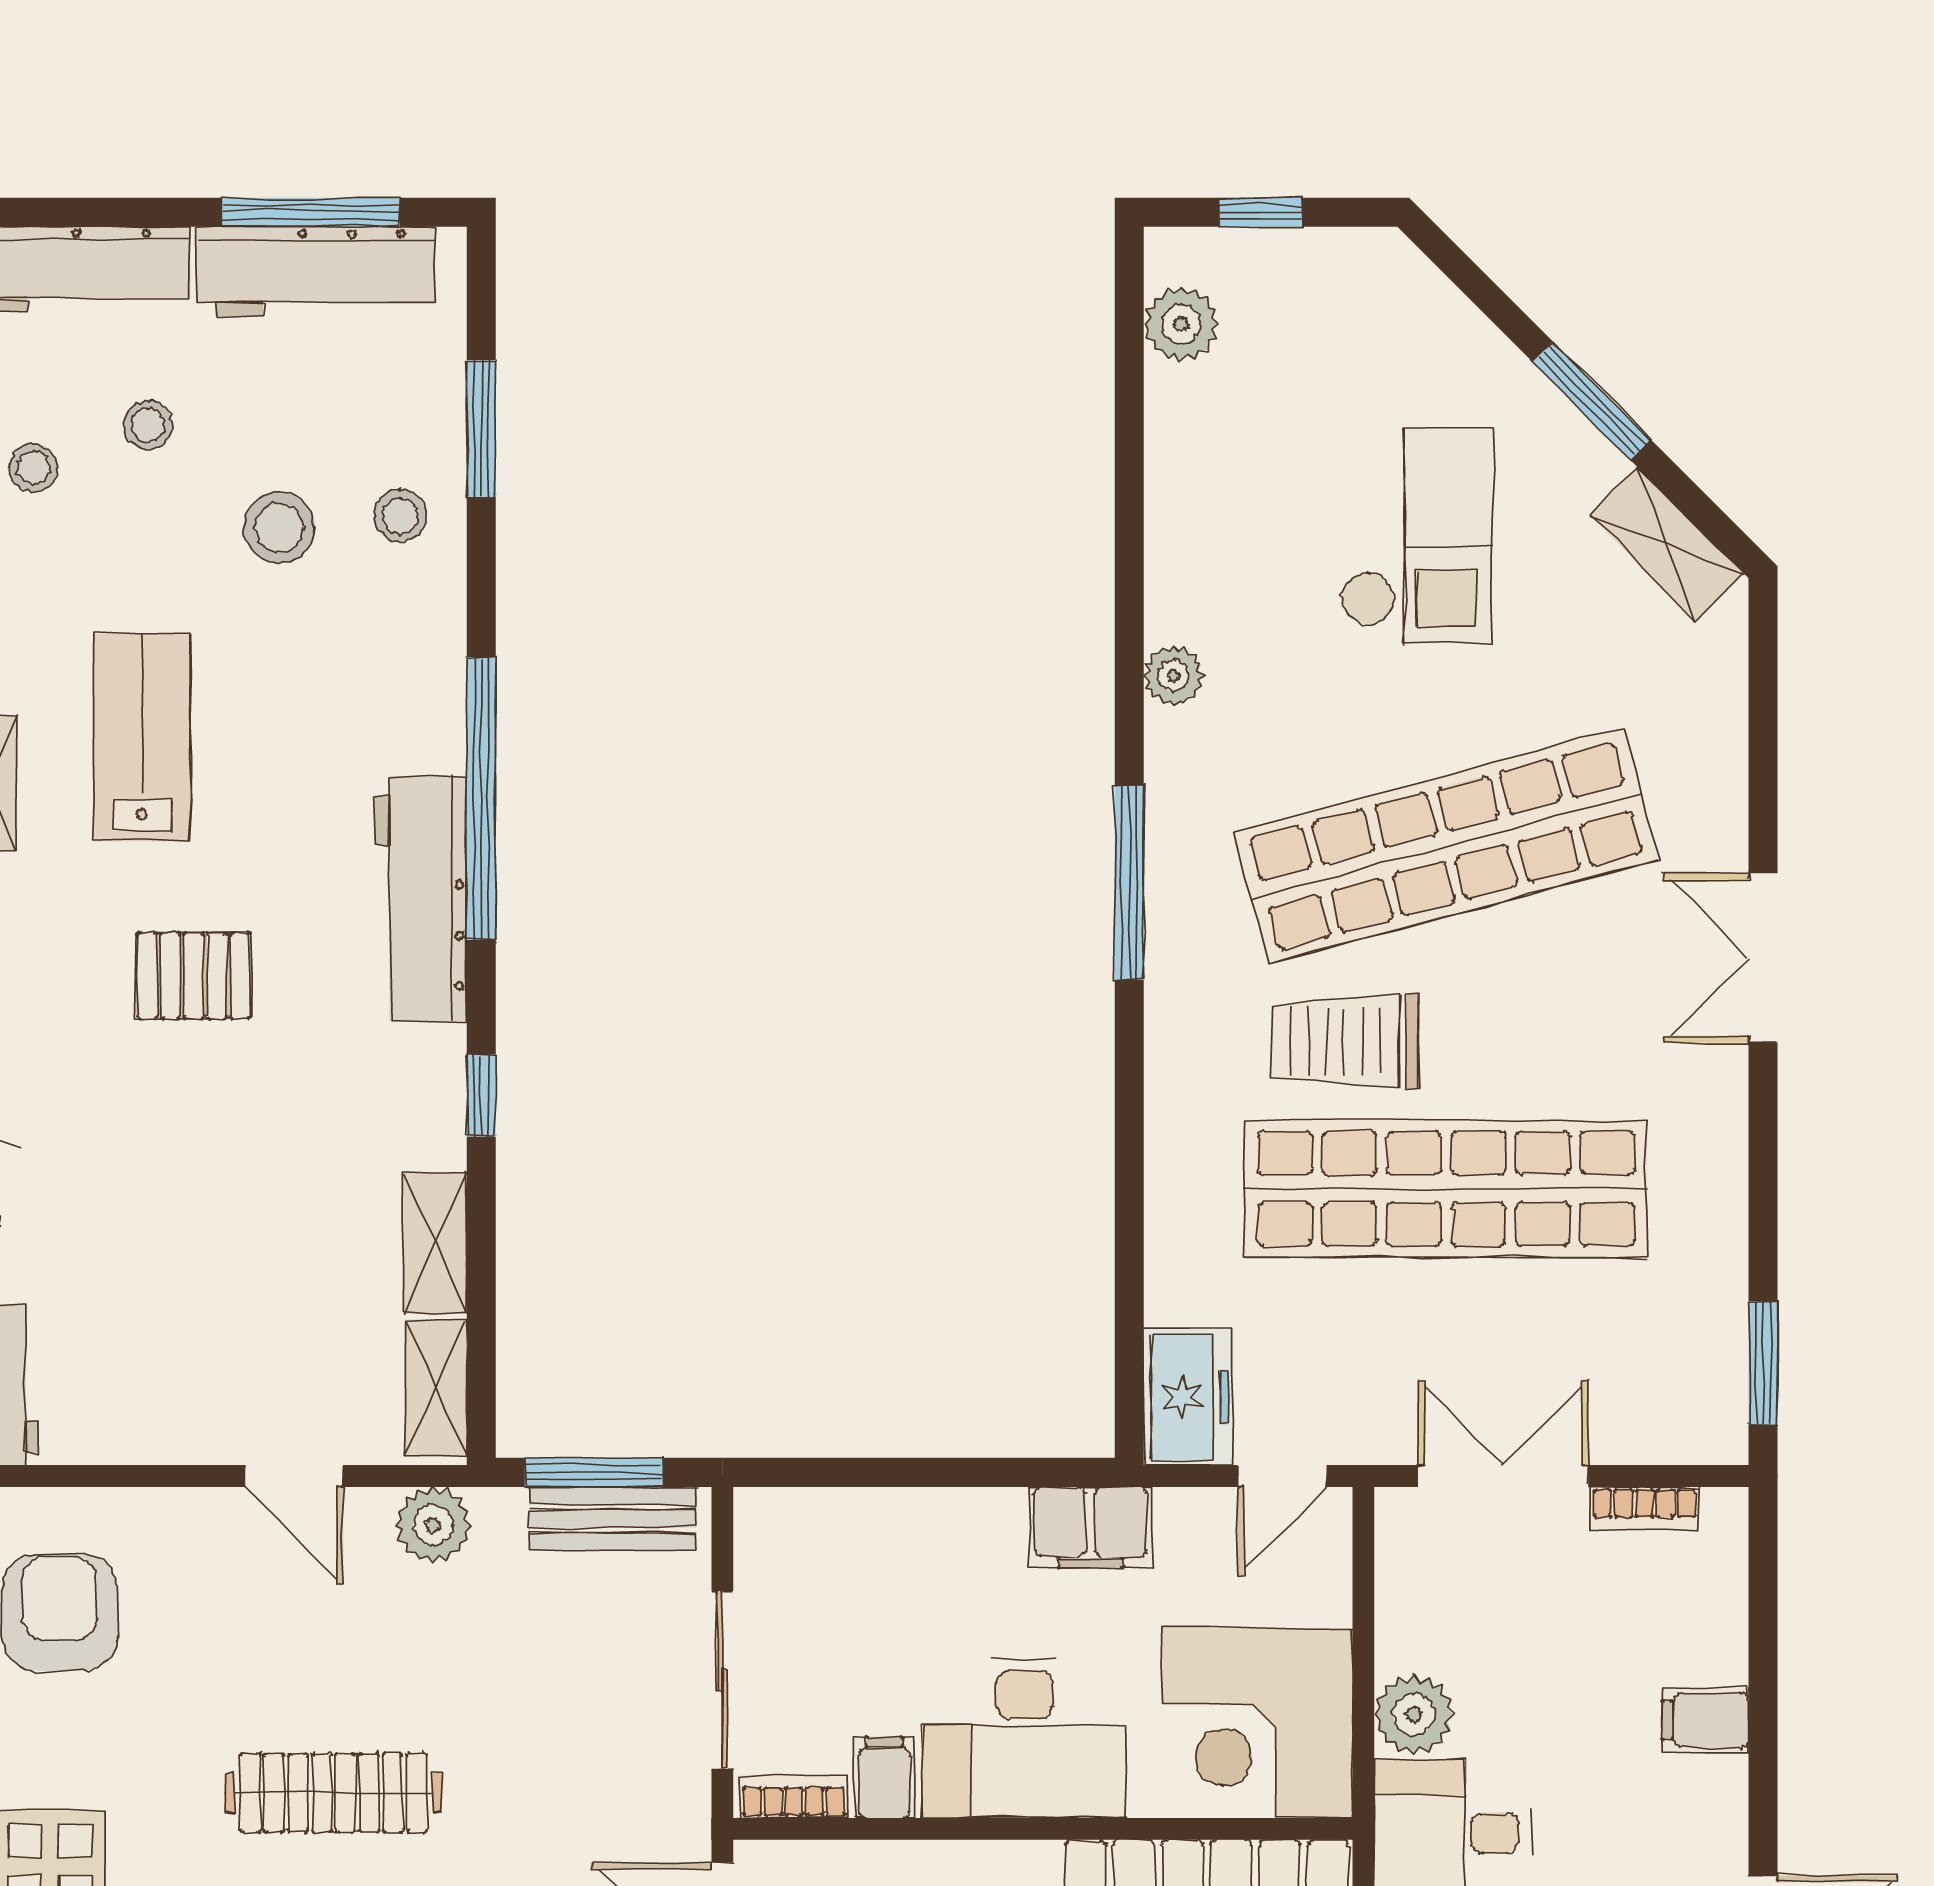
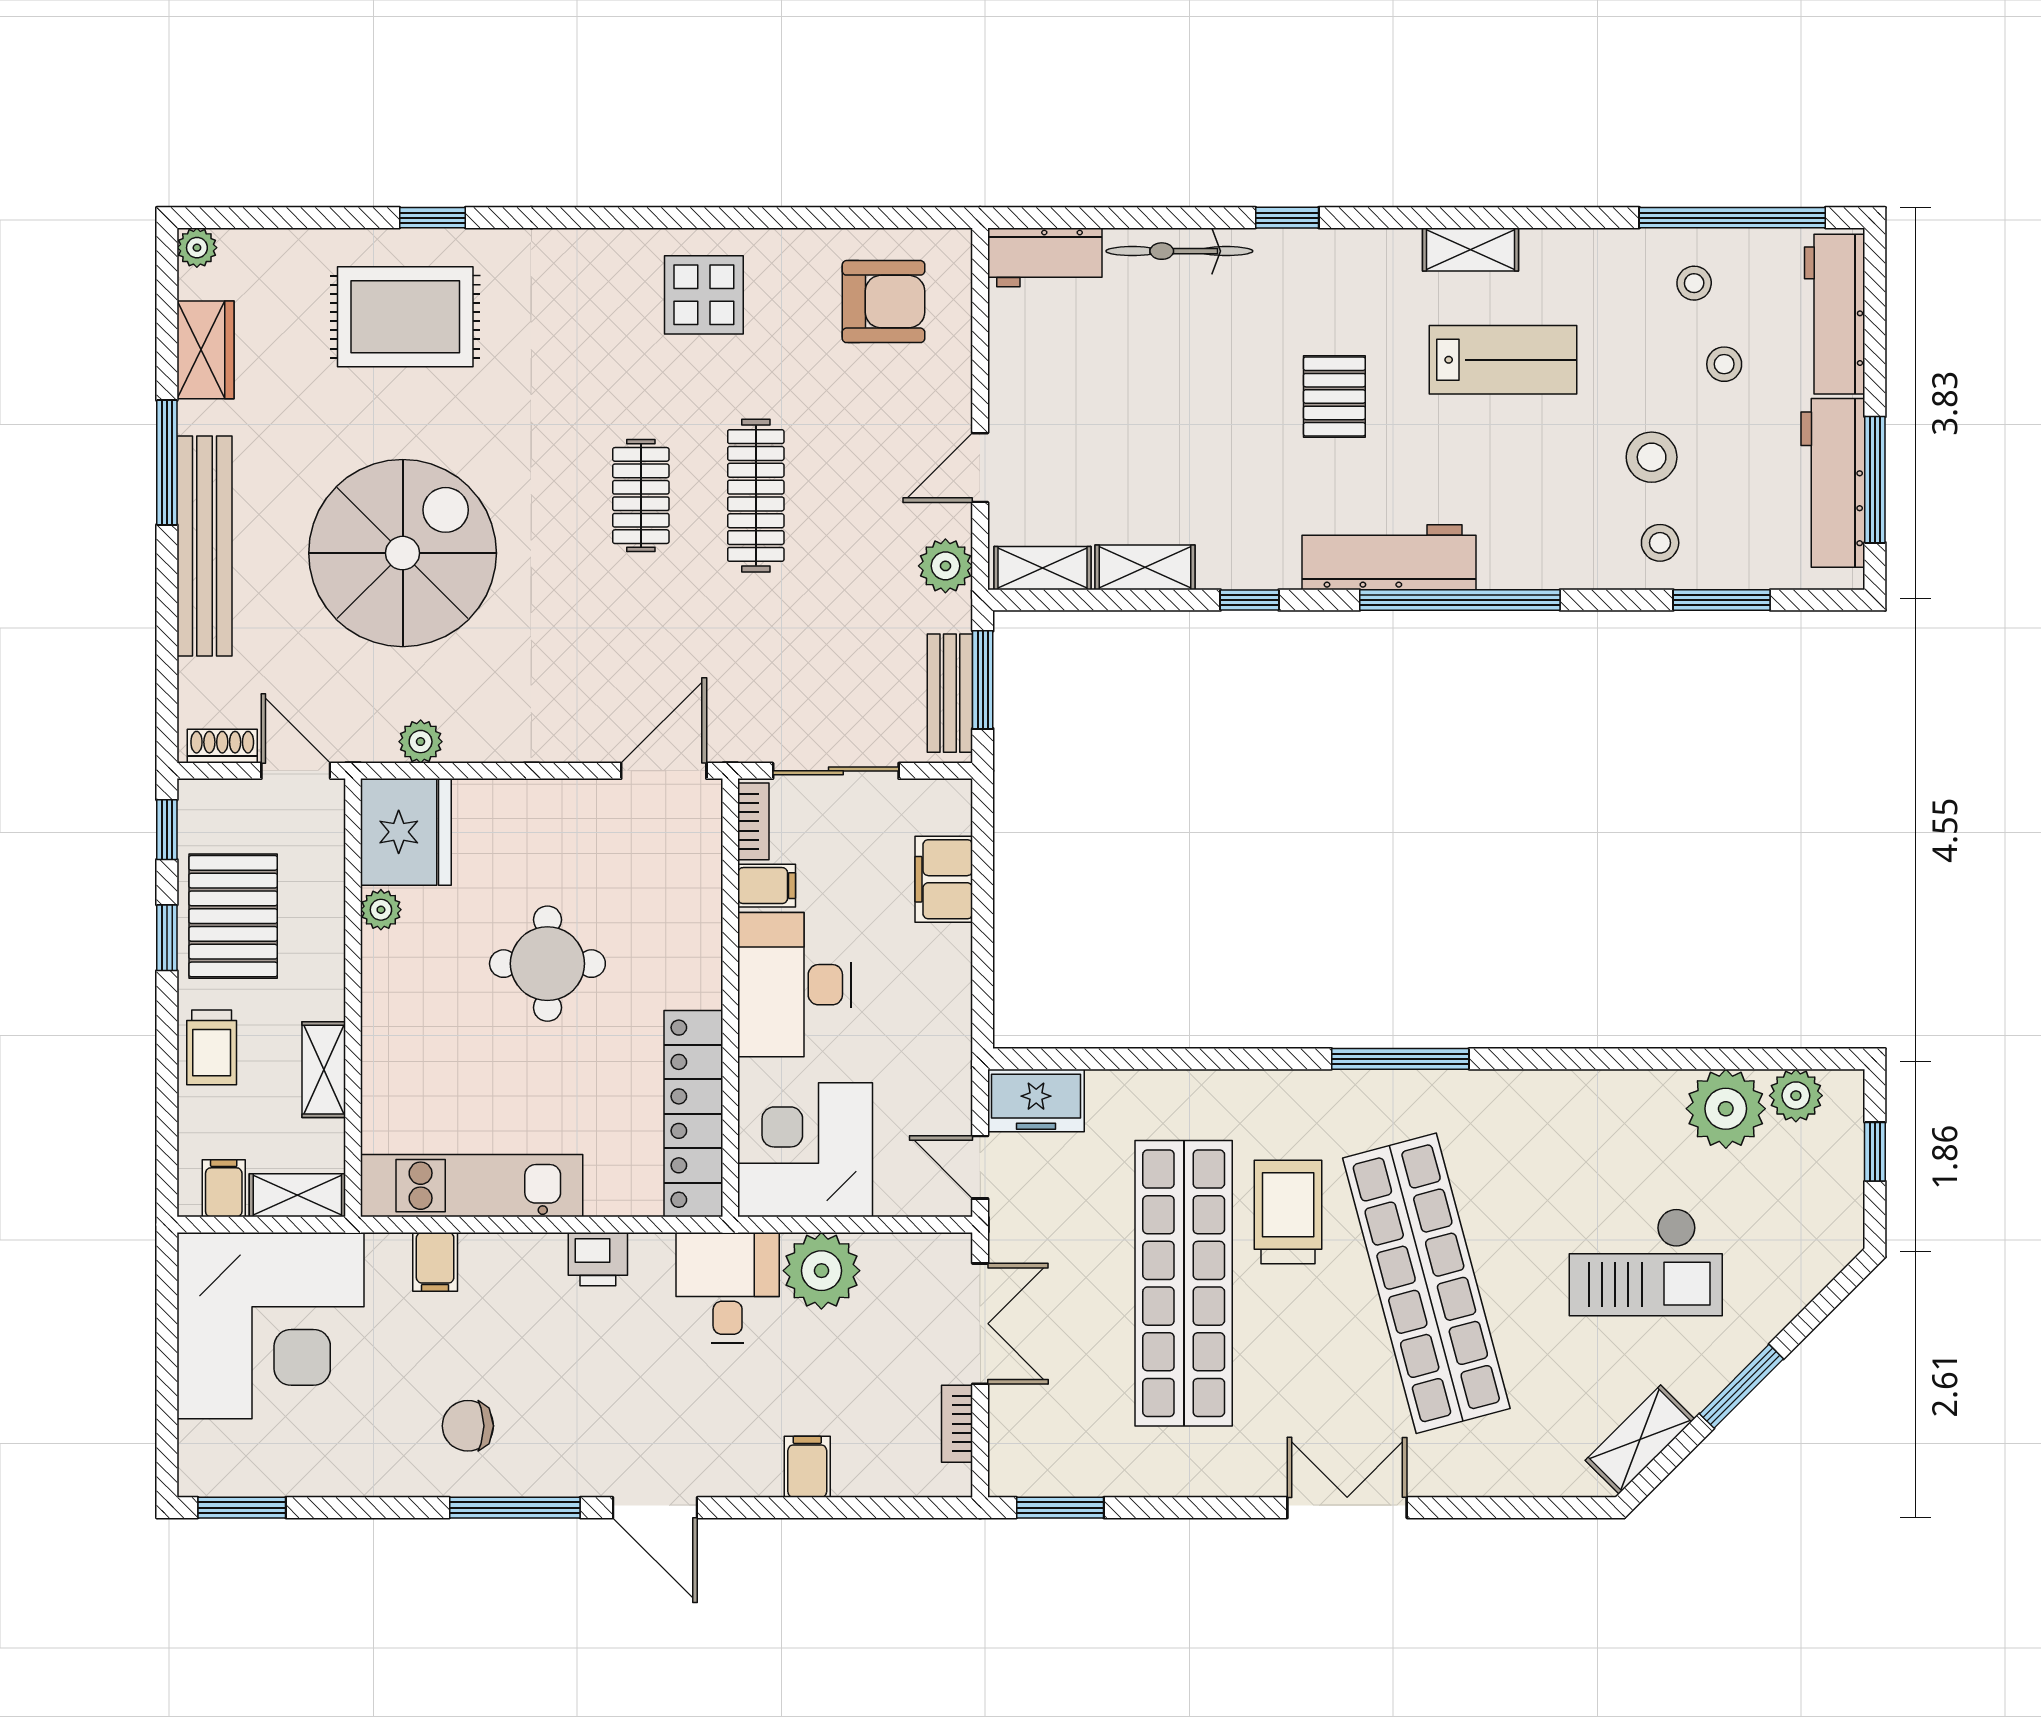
plant: (1174, 676) -> (1726, 1109), moved, width x1.88, depth x1.88
filing cabinet: (1090, 1527) -> (944, 879), moved
plant: (1414, 1715) -> (821, 1271), width x1.36, depth x1.36

